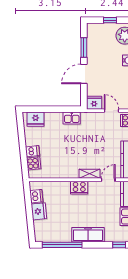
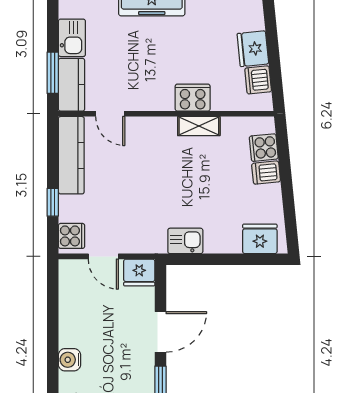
shelving: (90, 174) -> (199, 126), moved
door: (108, 180) -> (110, 114), hinge flipped
cooker: (79, 188) -> (193, 98), moved

